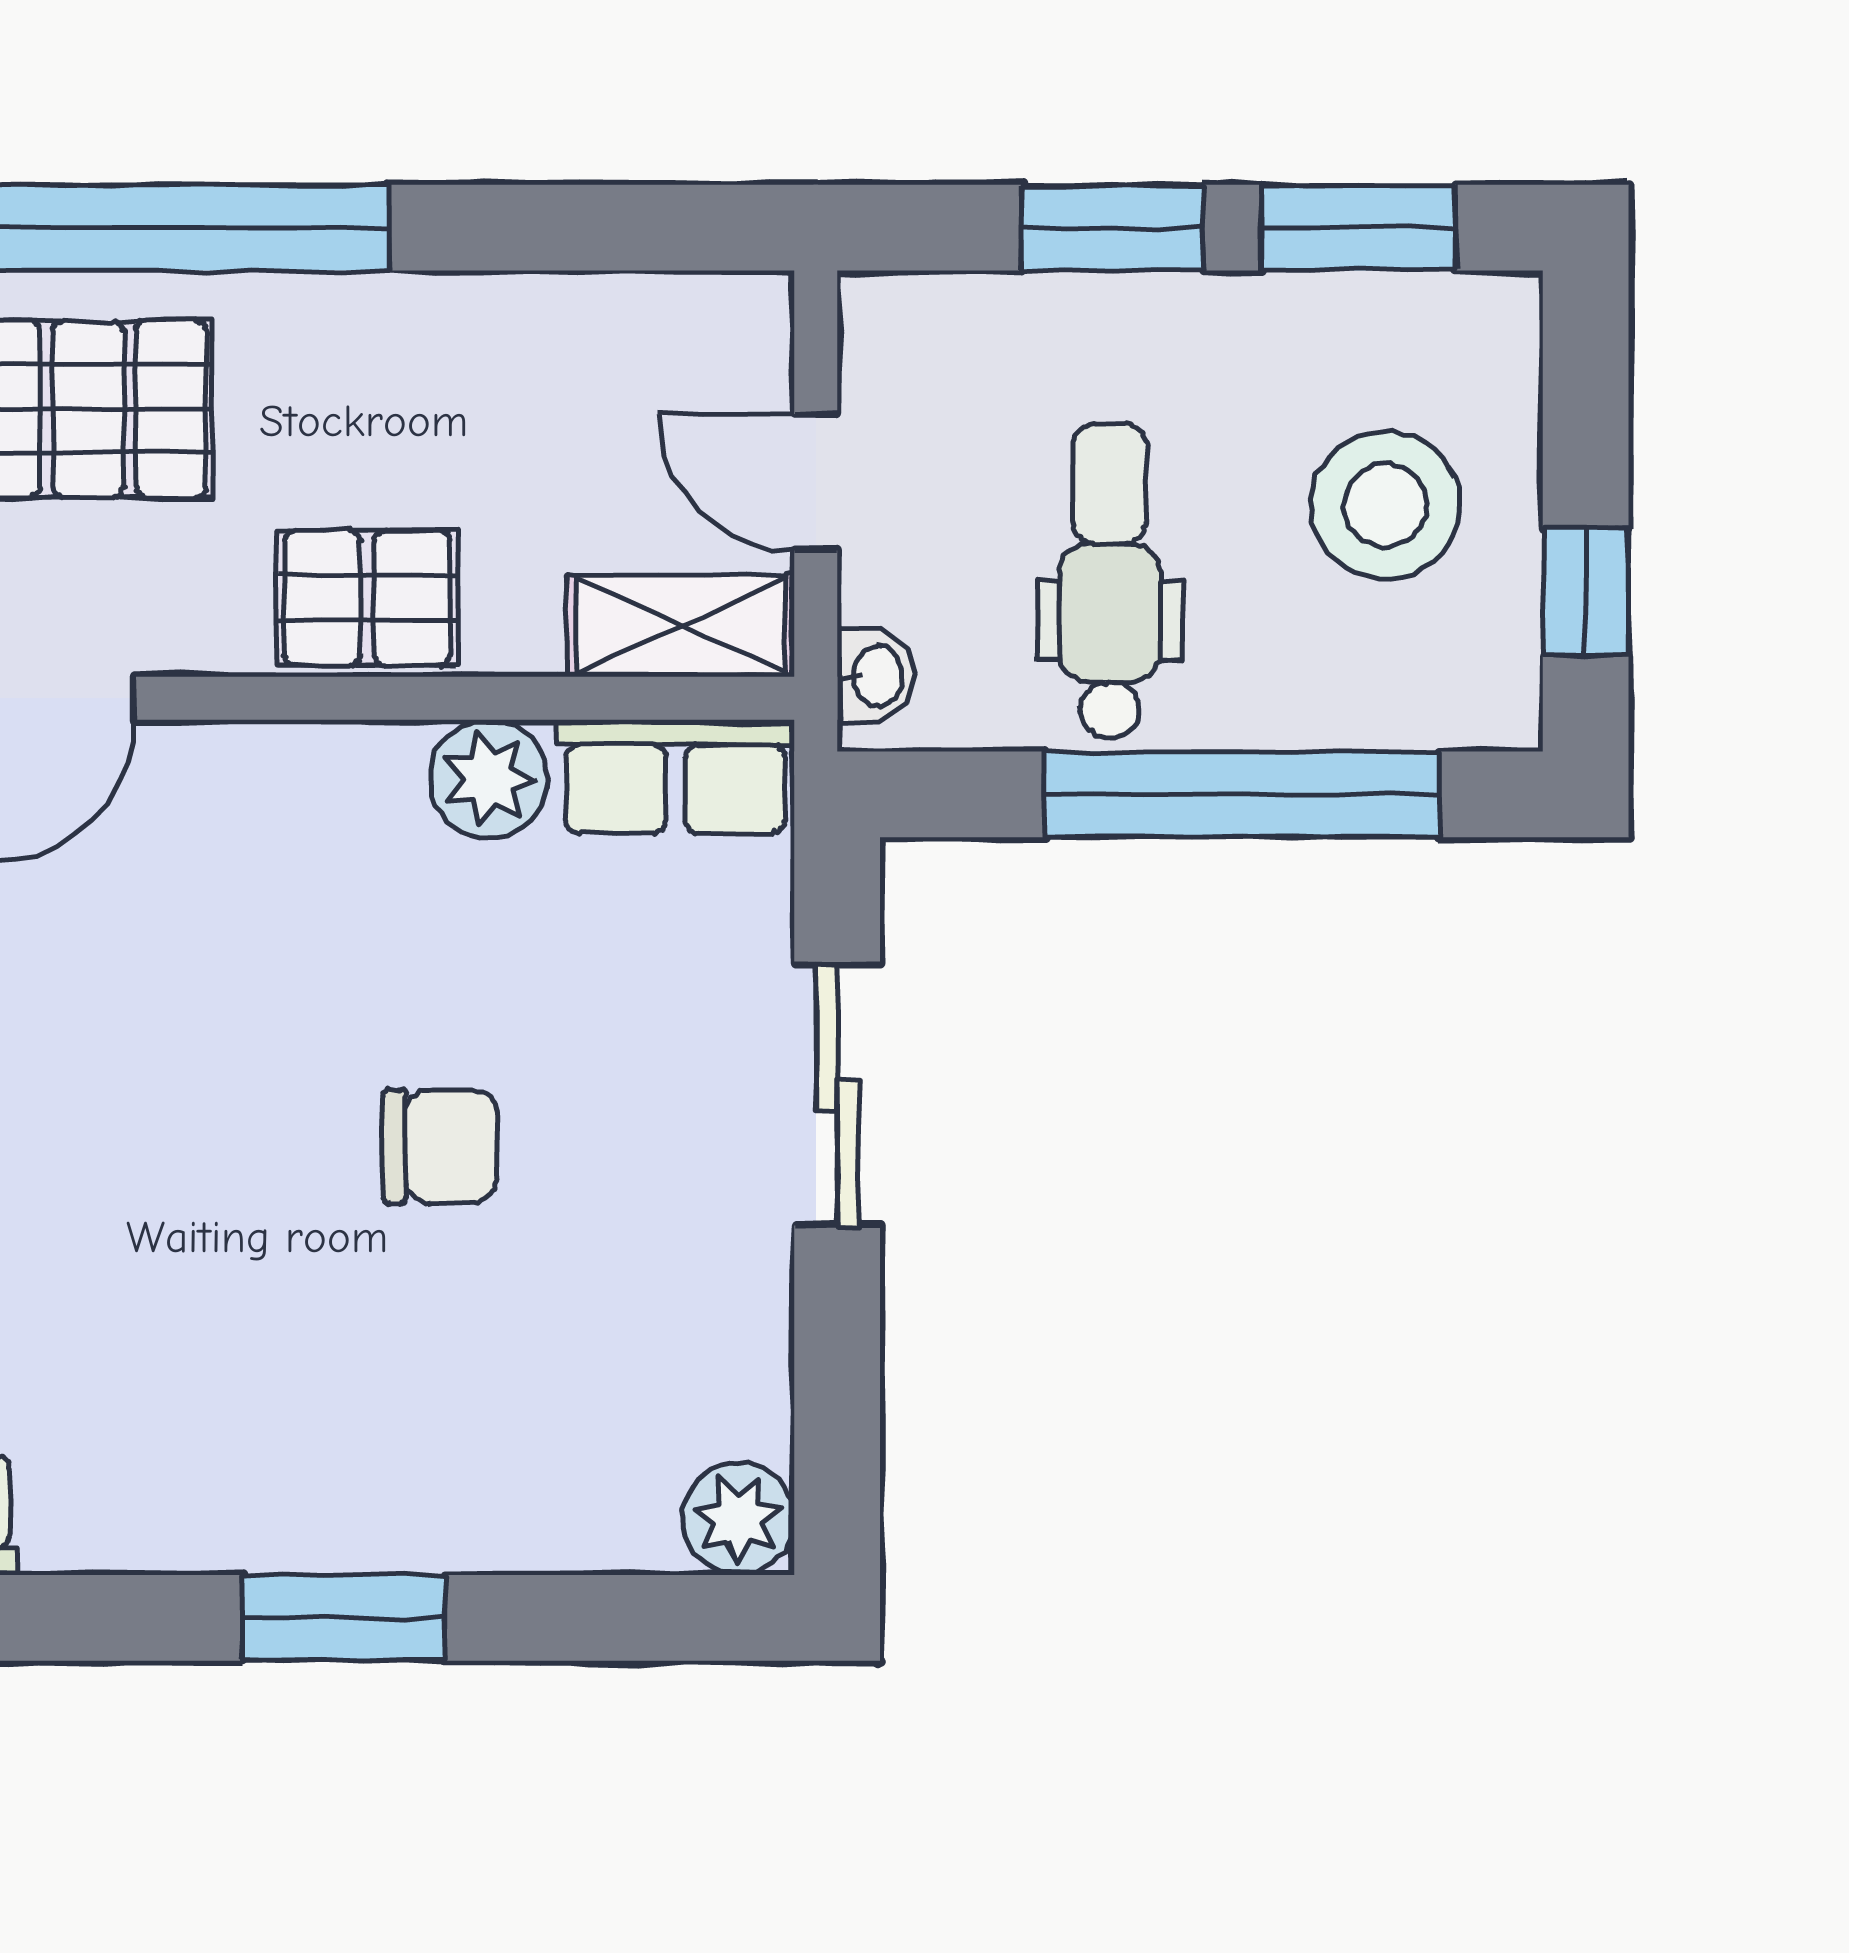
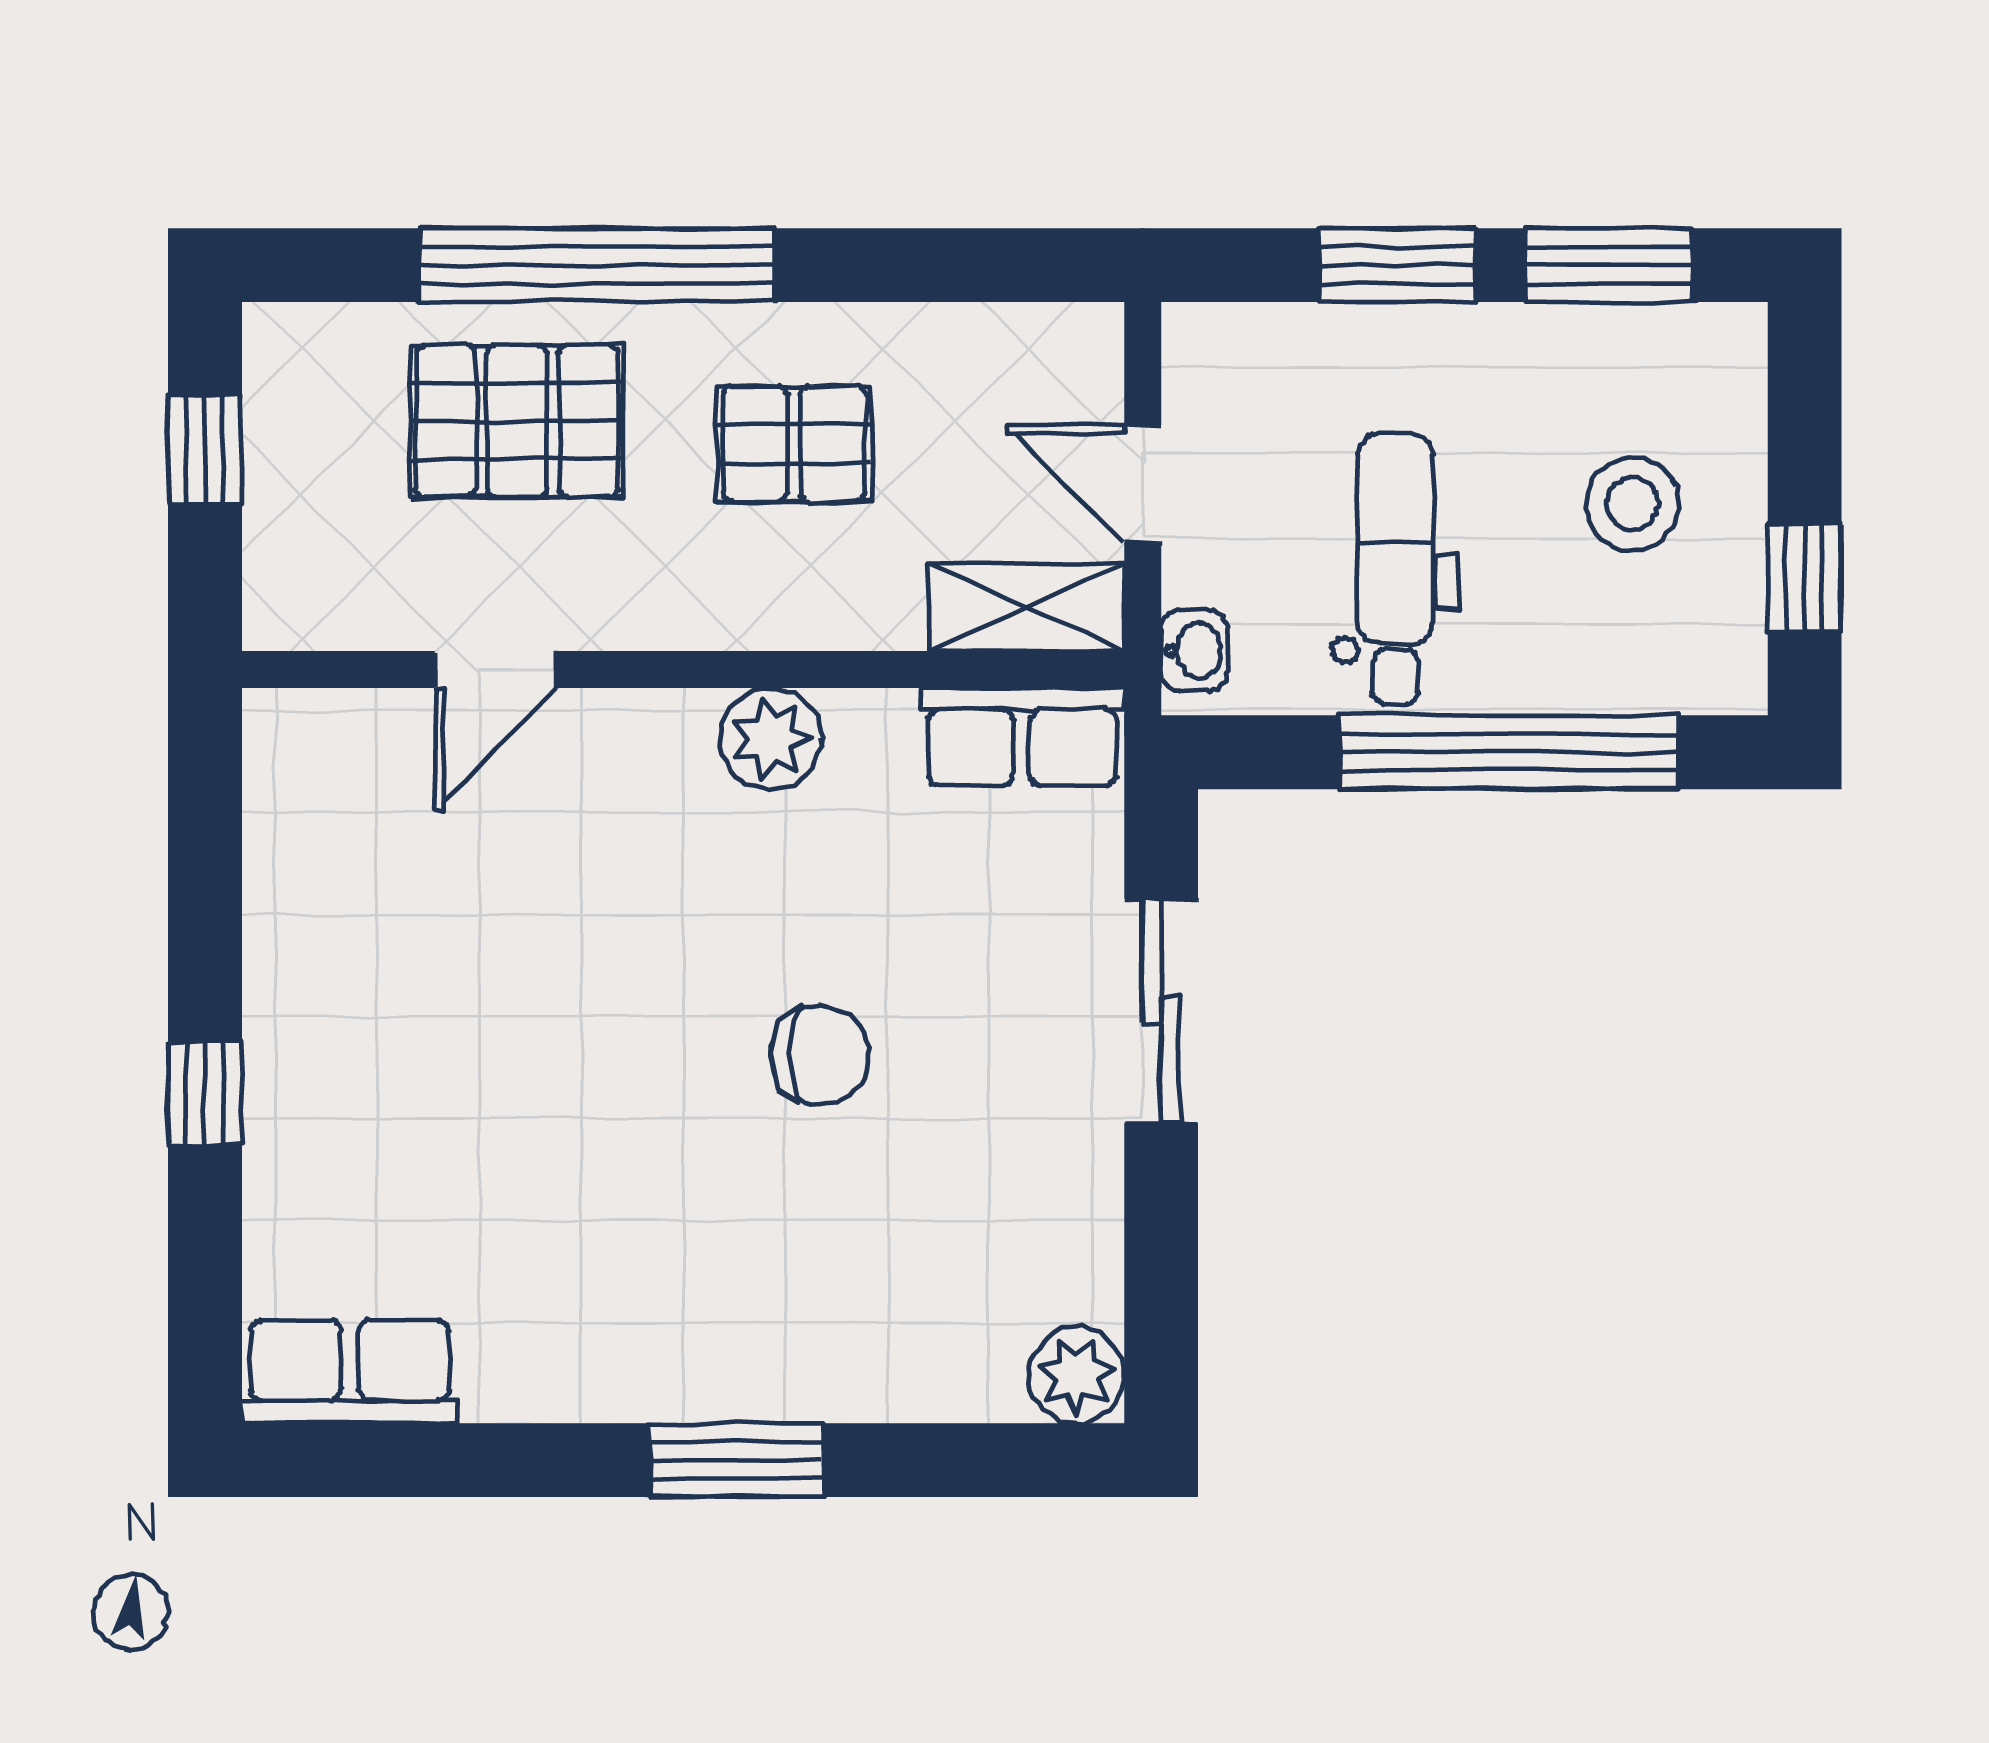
stool: (1385, 505) -> (1632, 504), width x0.73, depth x0.73
pallet: (367, 598) -> (794, 444), moved
plant: (489, 779) -> (771, 739), moved

